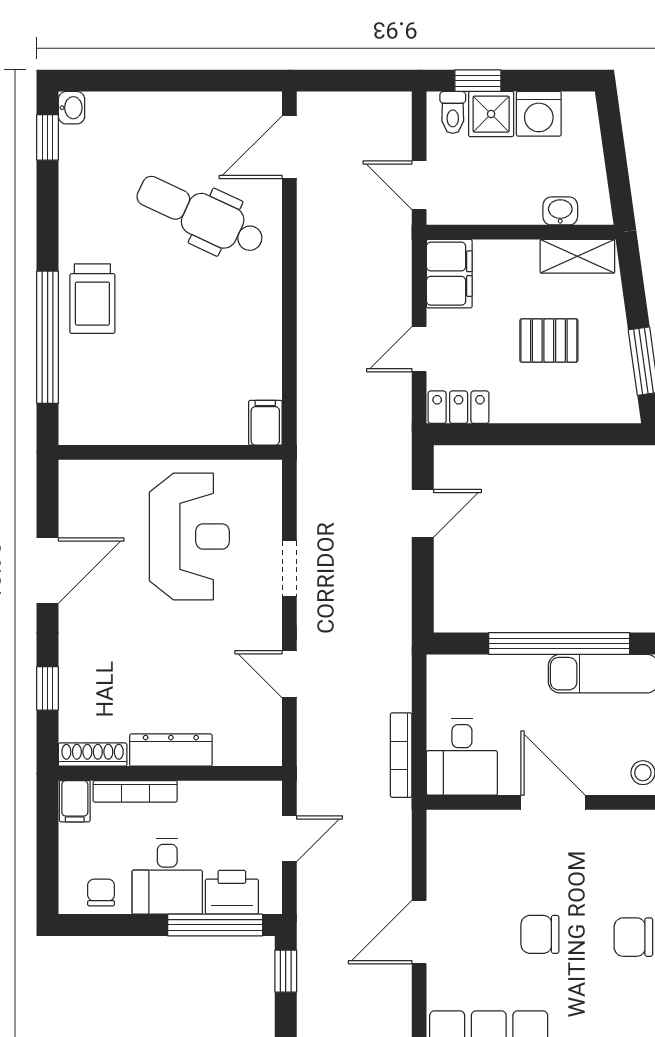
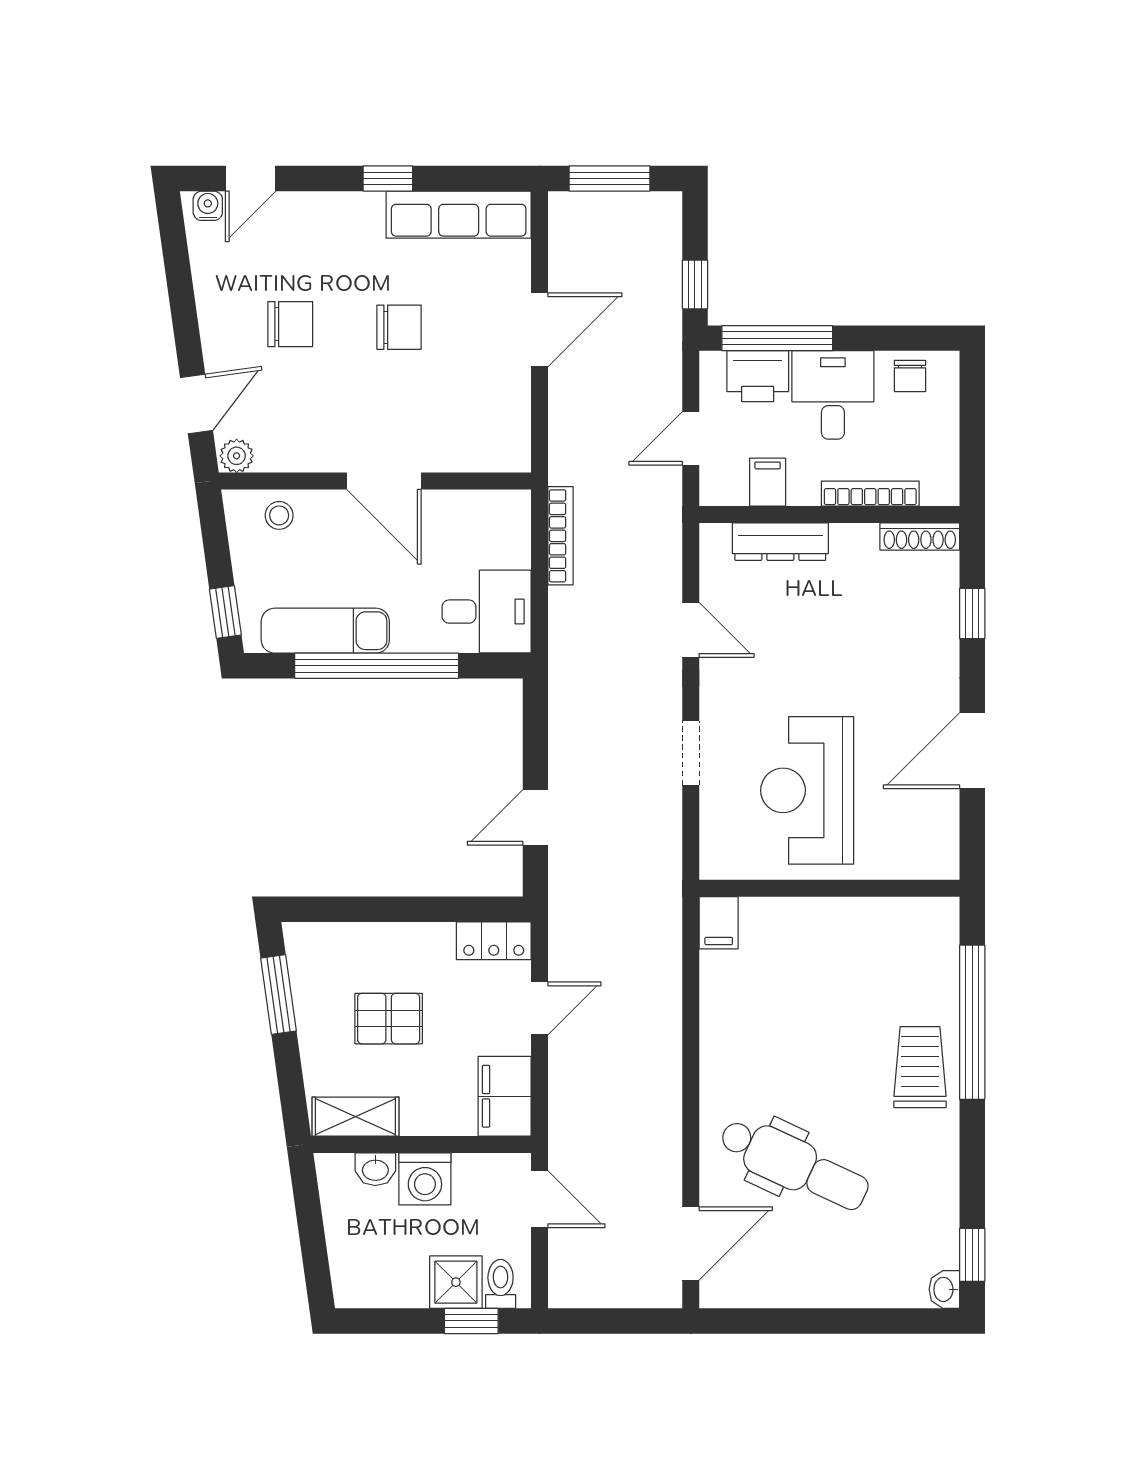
washing machine: (539, 114) -> (425, 1179), moved, turned 180
dresser: (171, 750) -> (780, 542), moved
desk: (462, 757) -> (487, 612), moved, turned 90
filing cabinet: (75, 801) -> (768, 482), moved

